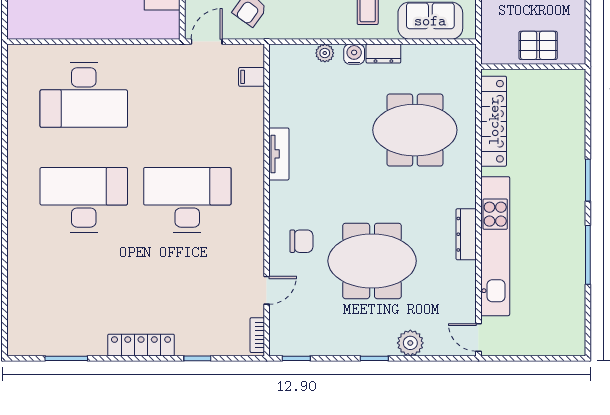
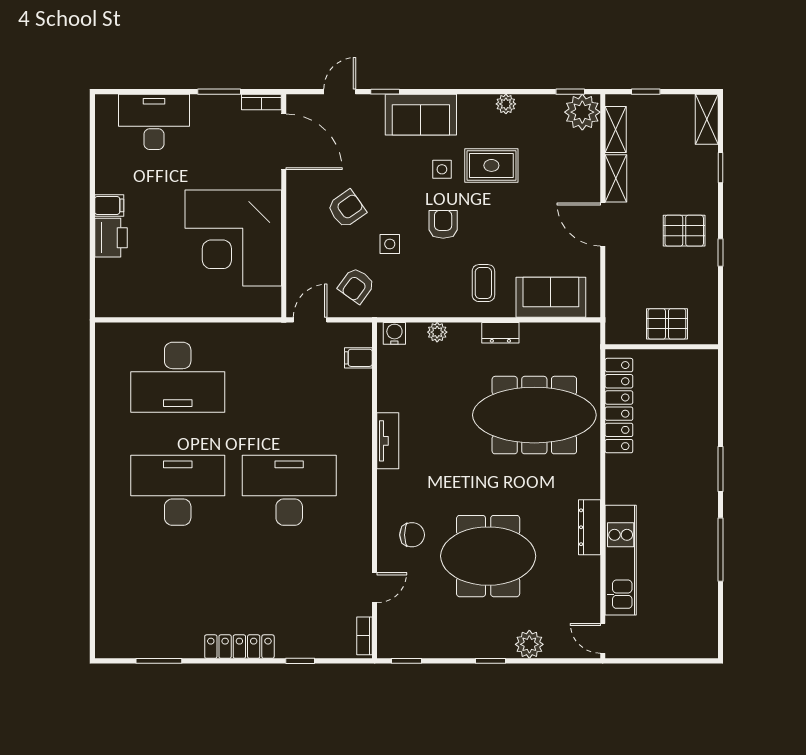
water cooler: (354, 54) -> (394, 333), moved
meeting table: (415, 130) -> (534, 415), width x1.36
kitchen unit: (495, 246) -> (621, 560), width x0.73

